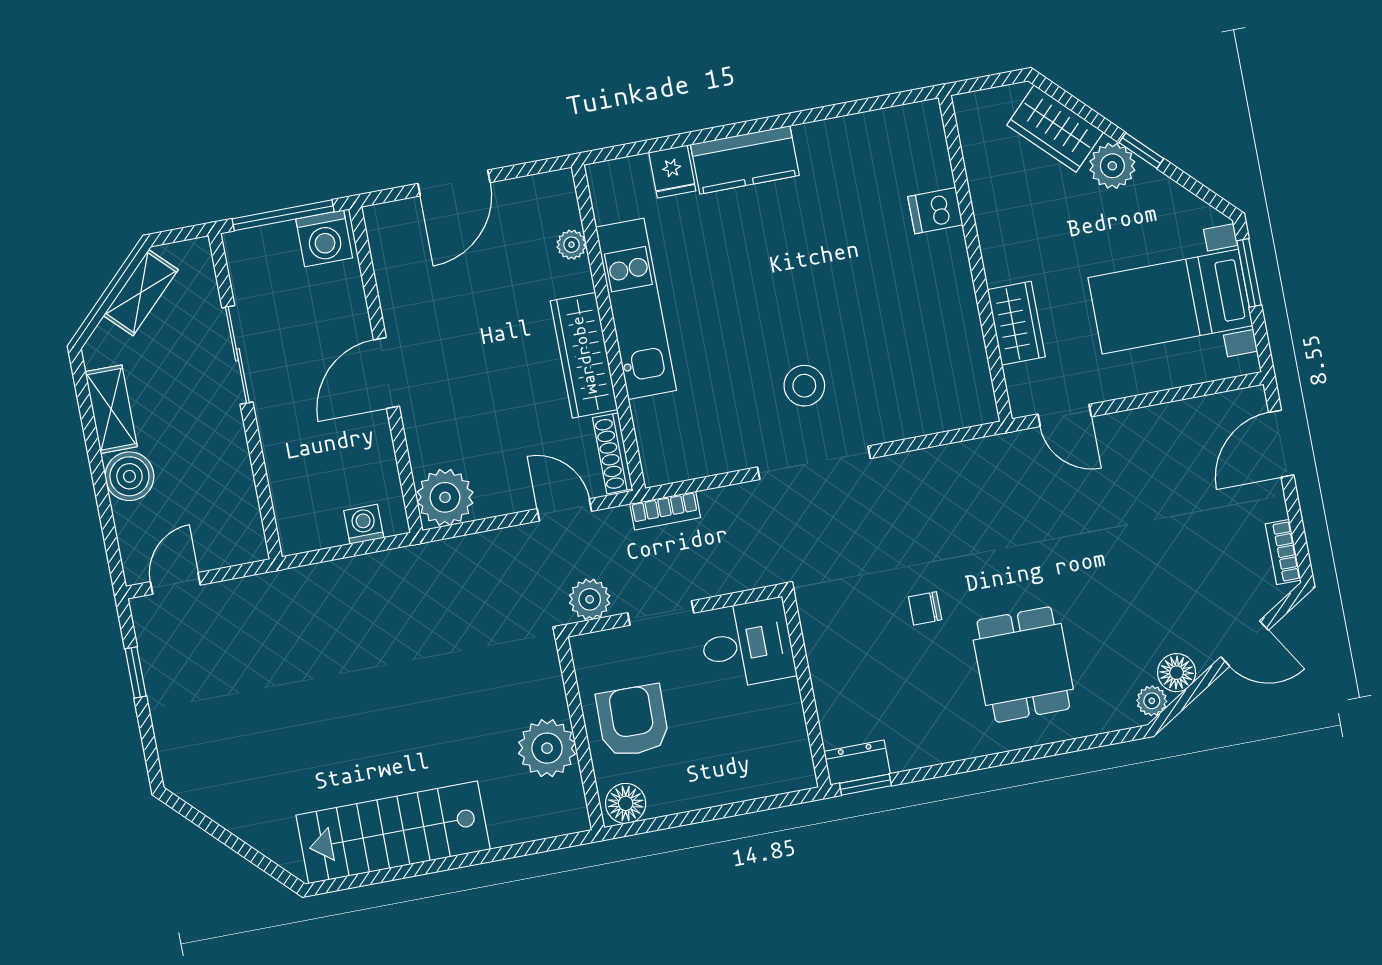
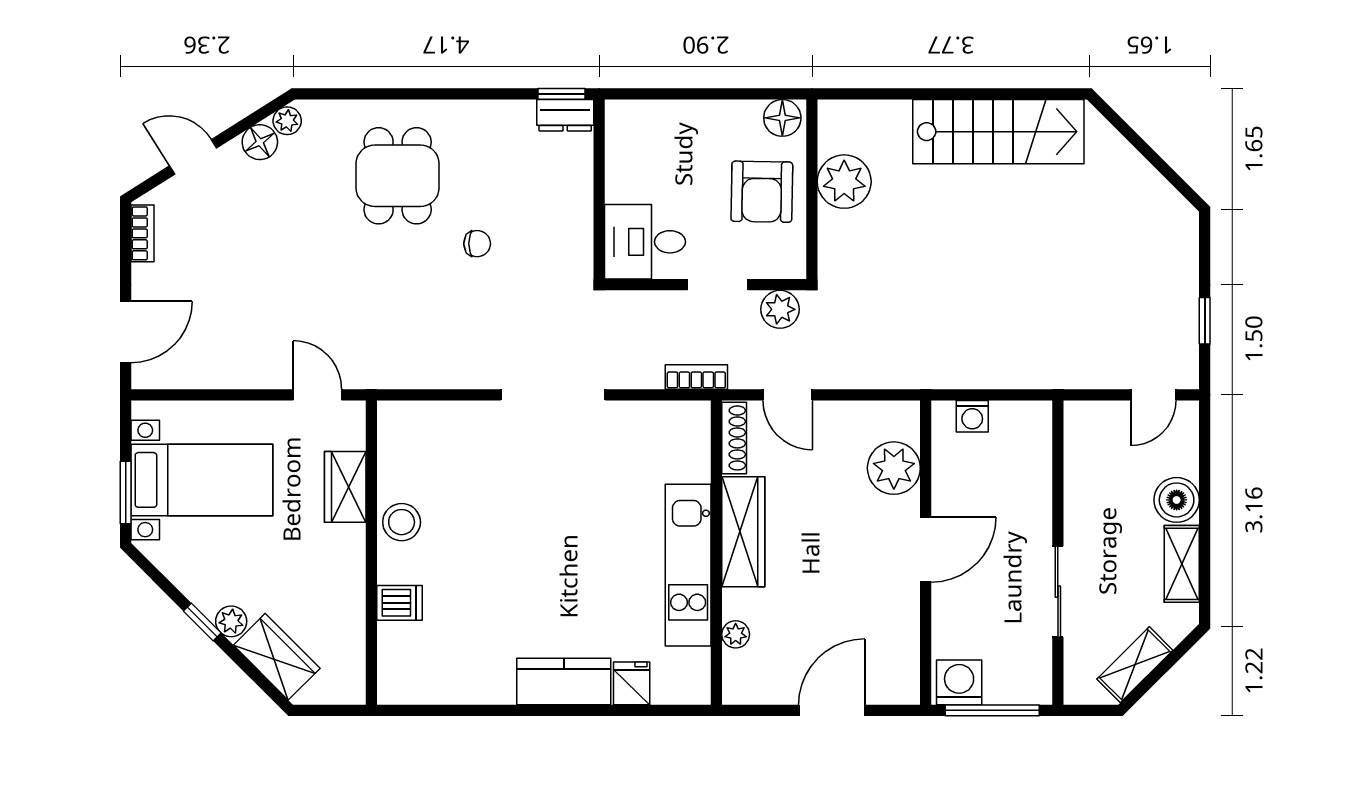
plant: (1112, 166) -> (231, 621), width x0.73, depth x0.73
stool: (804, 386) -> (402, 522), moved
plant: (445, 497) -> (894, 468), moved

